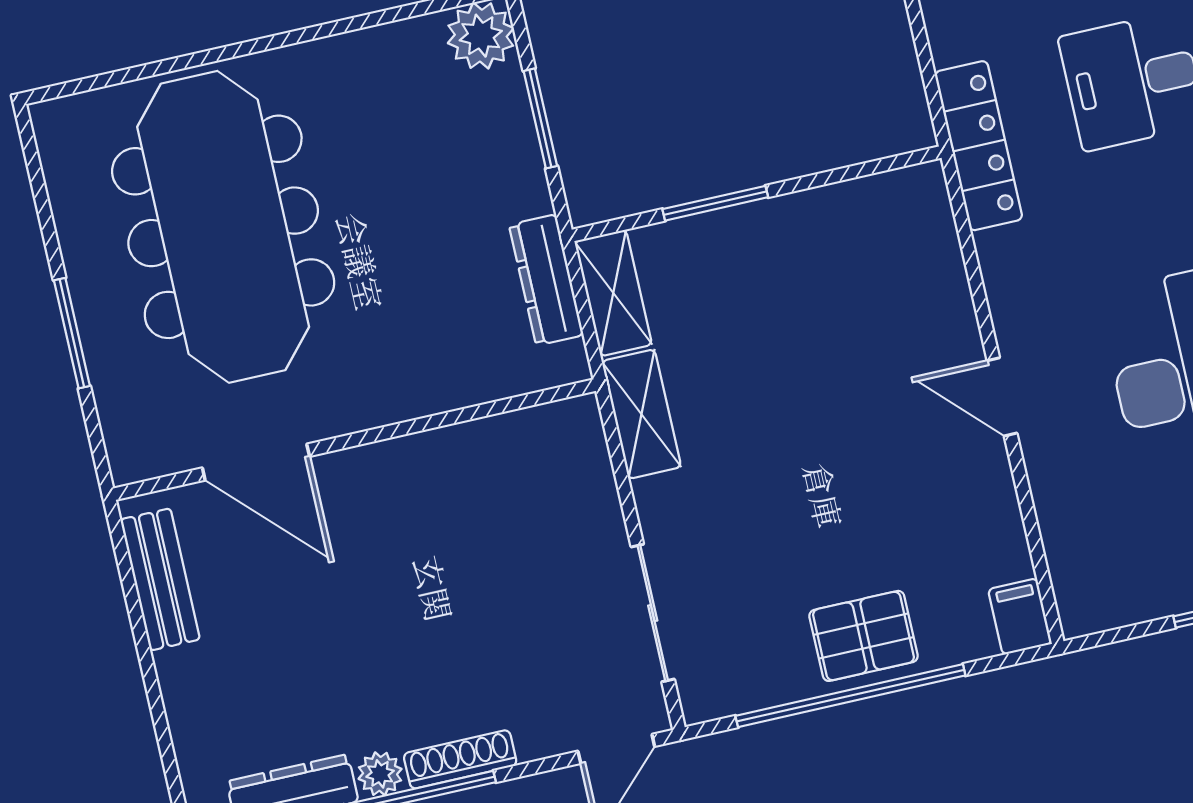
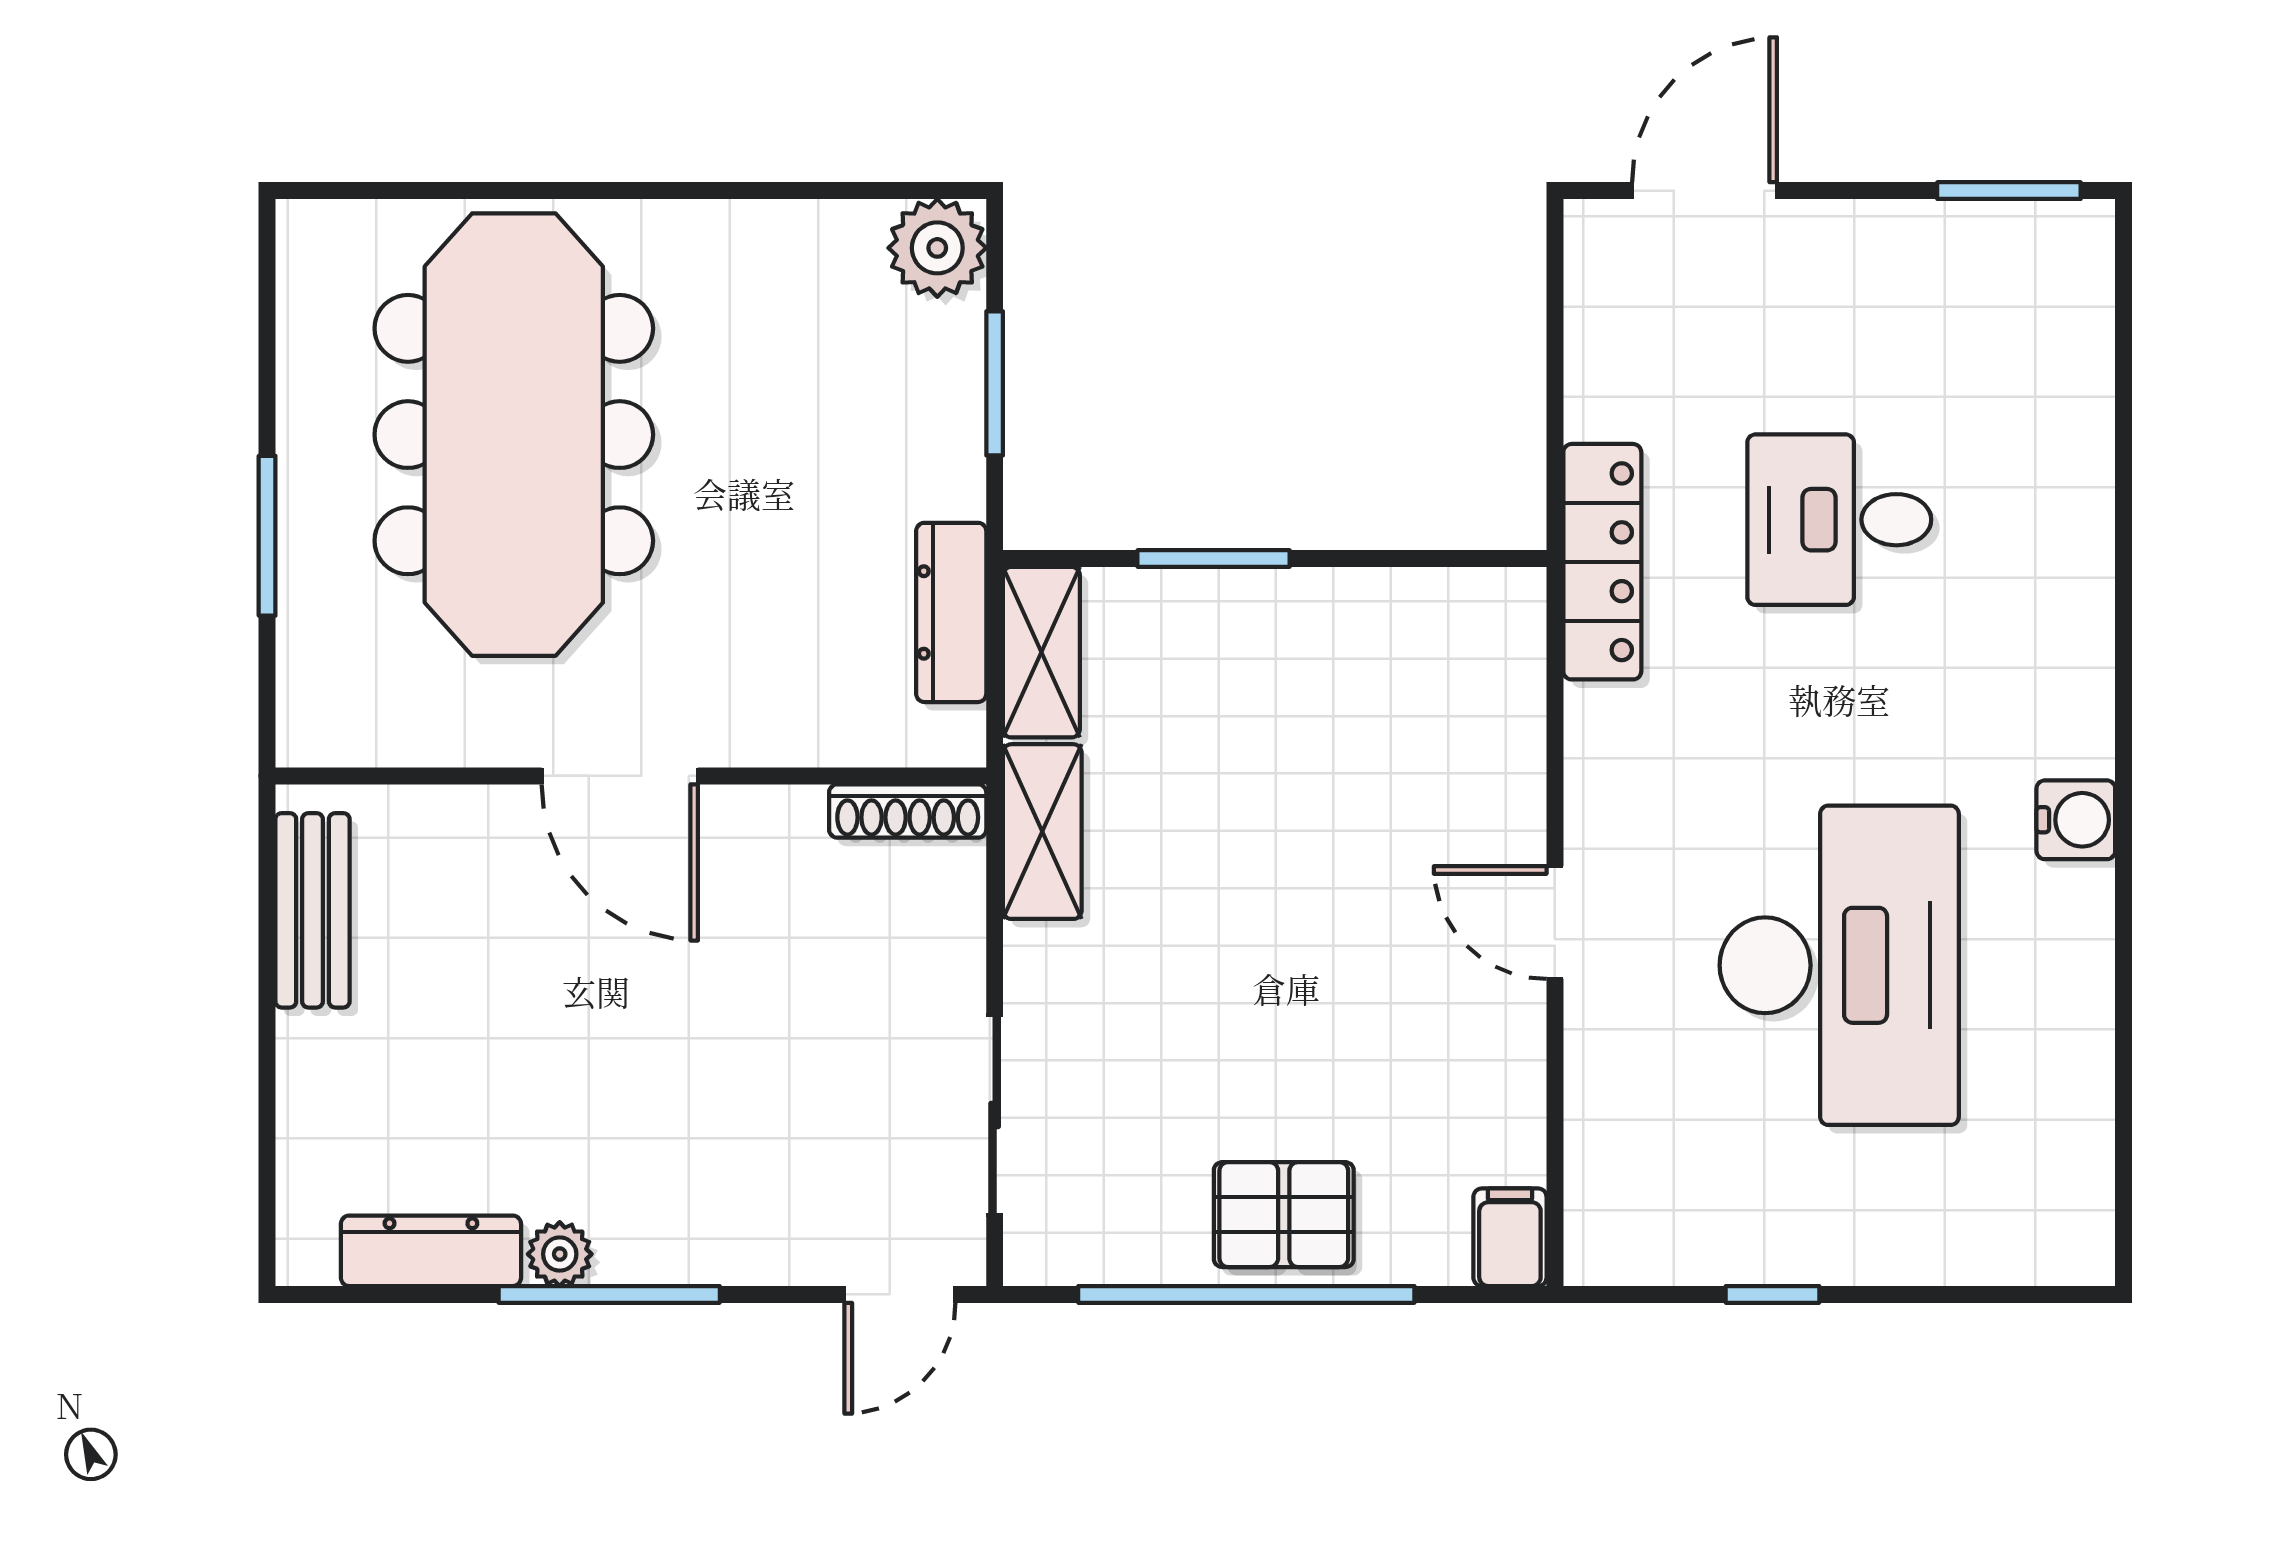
door: (256, 462) -> (620, 776), moved
shoe rack: (460, 759) -> (908, 811), moved, turned 180

